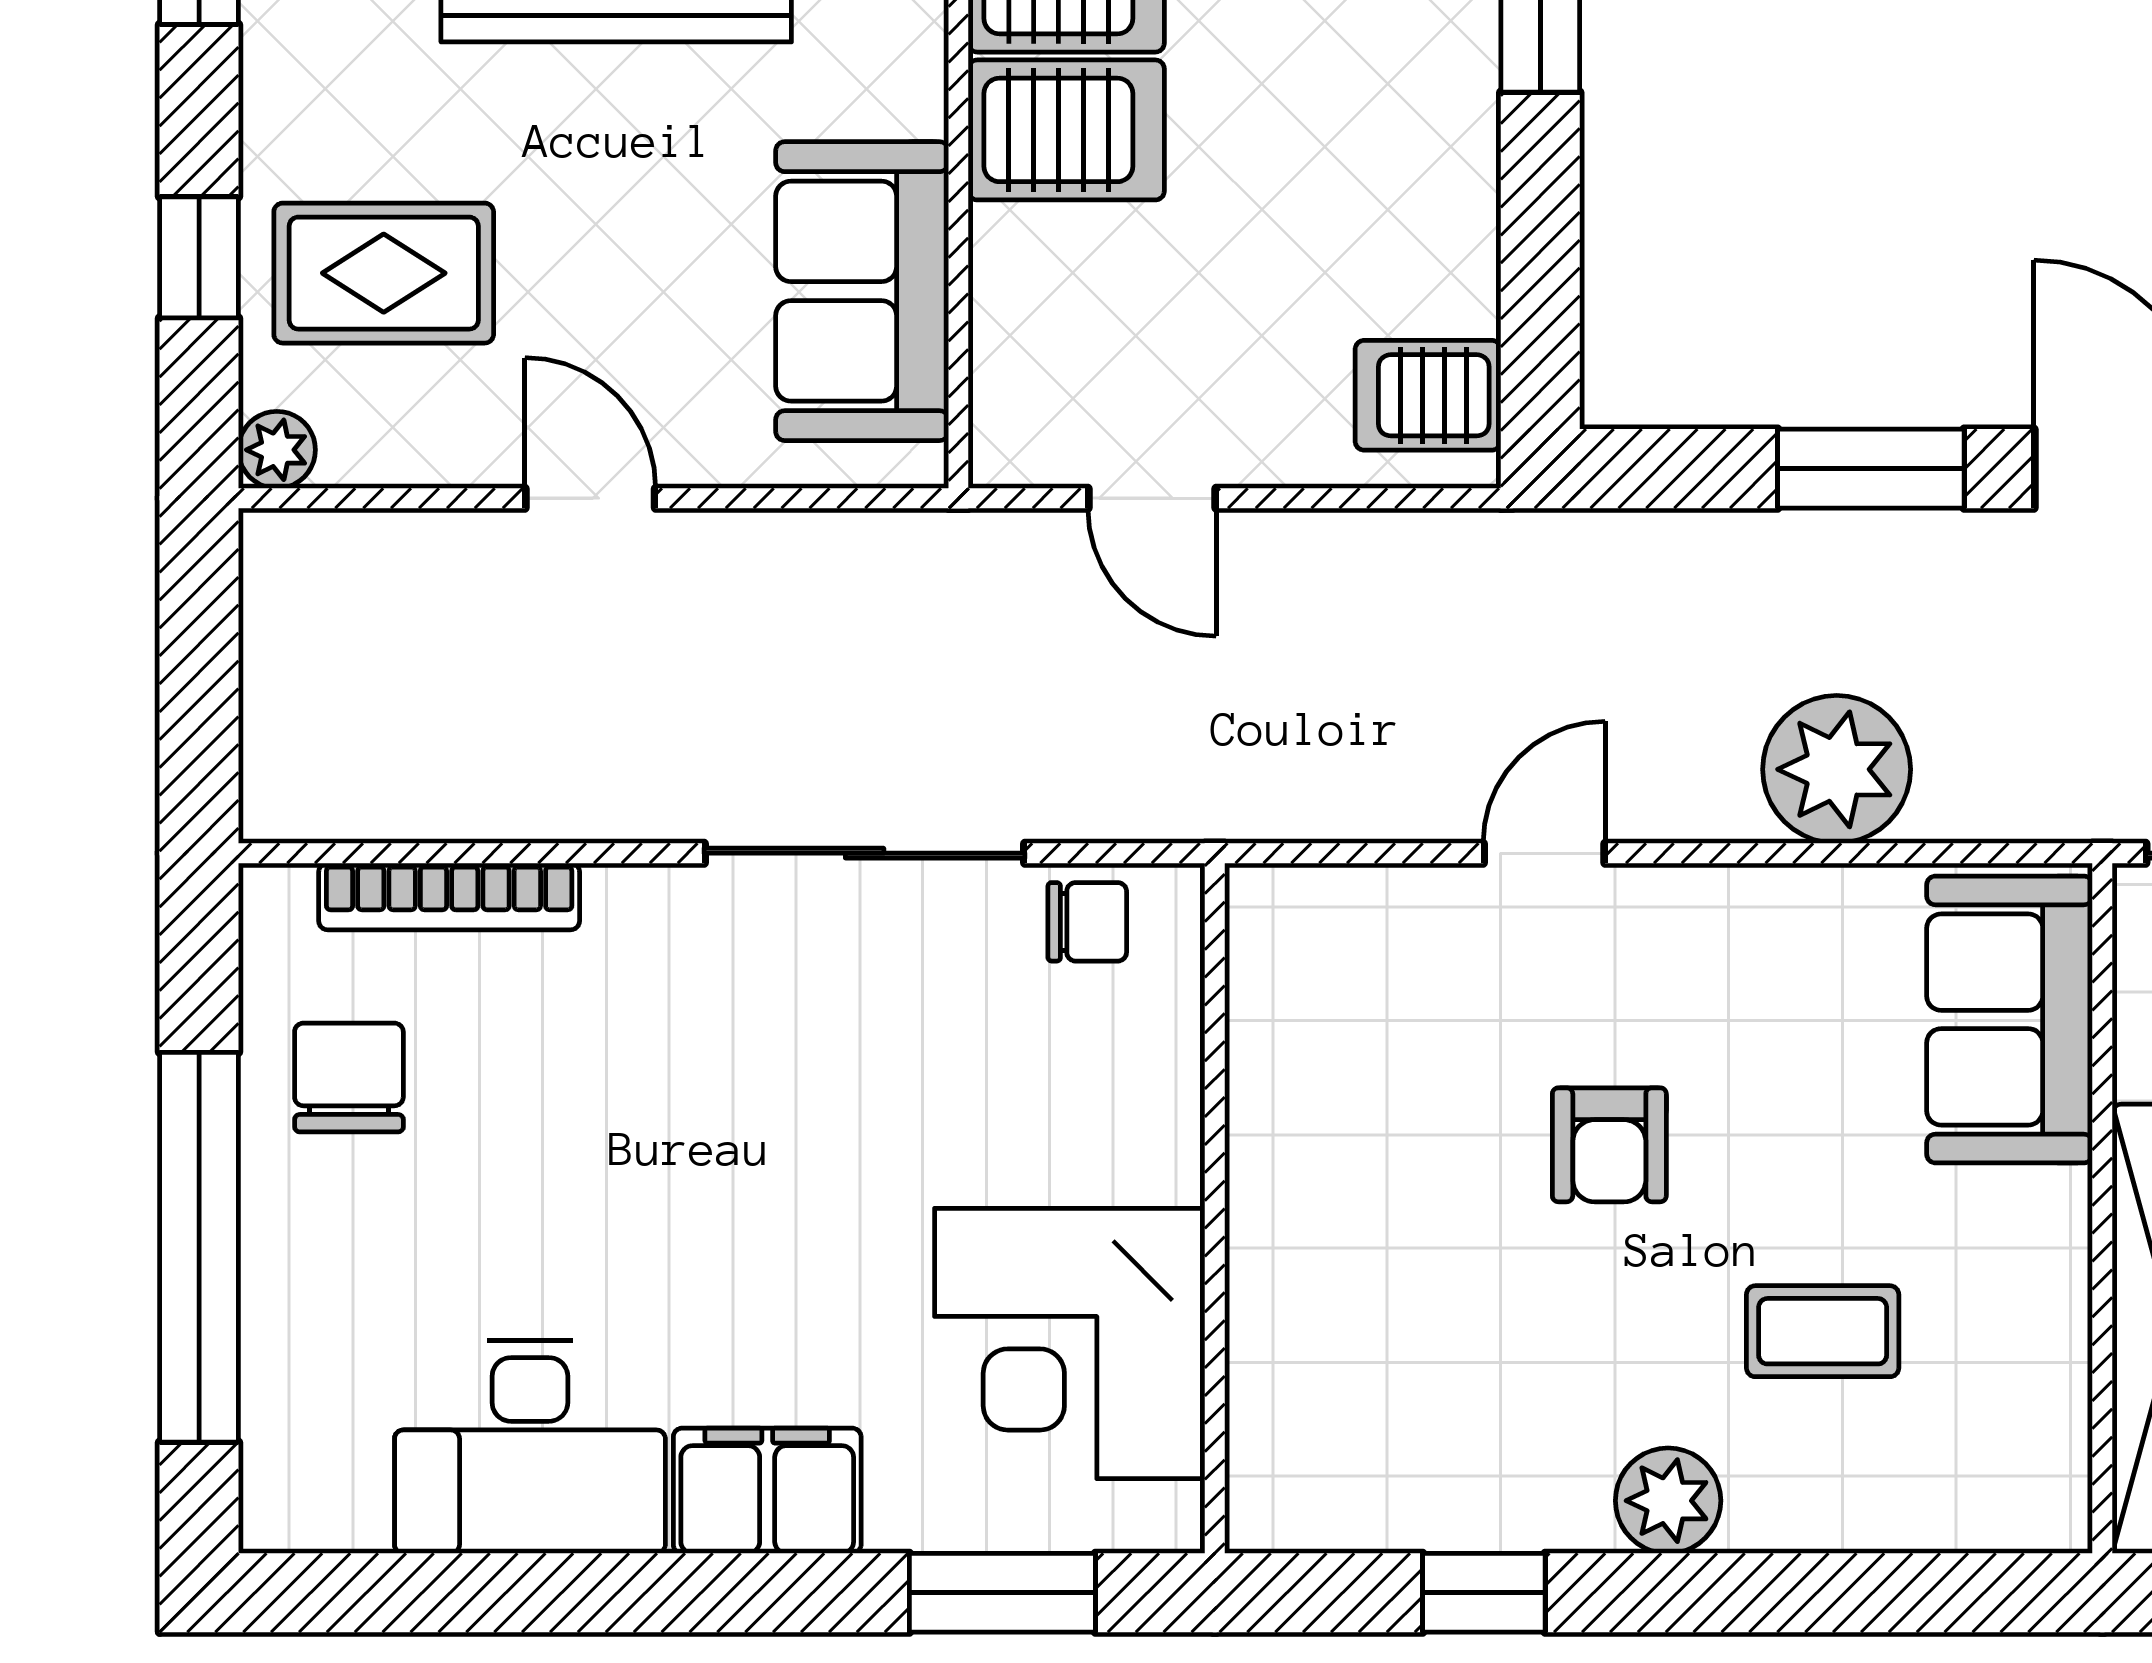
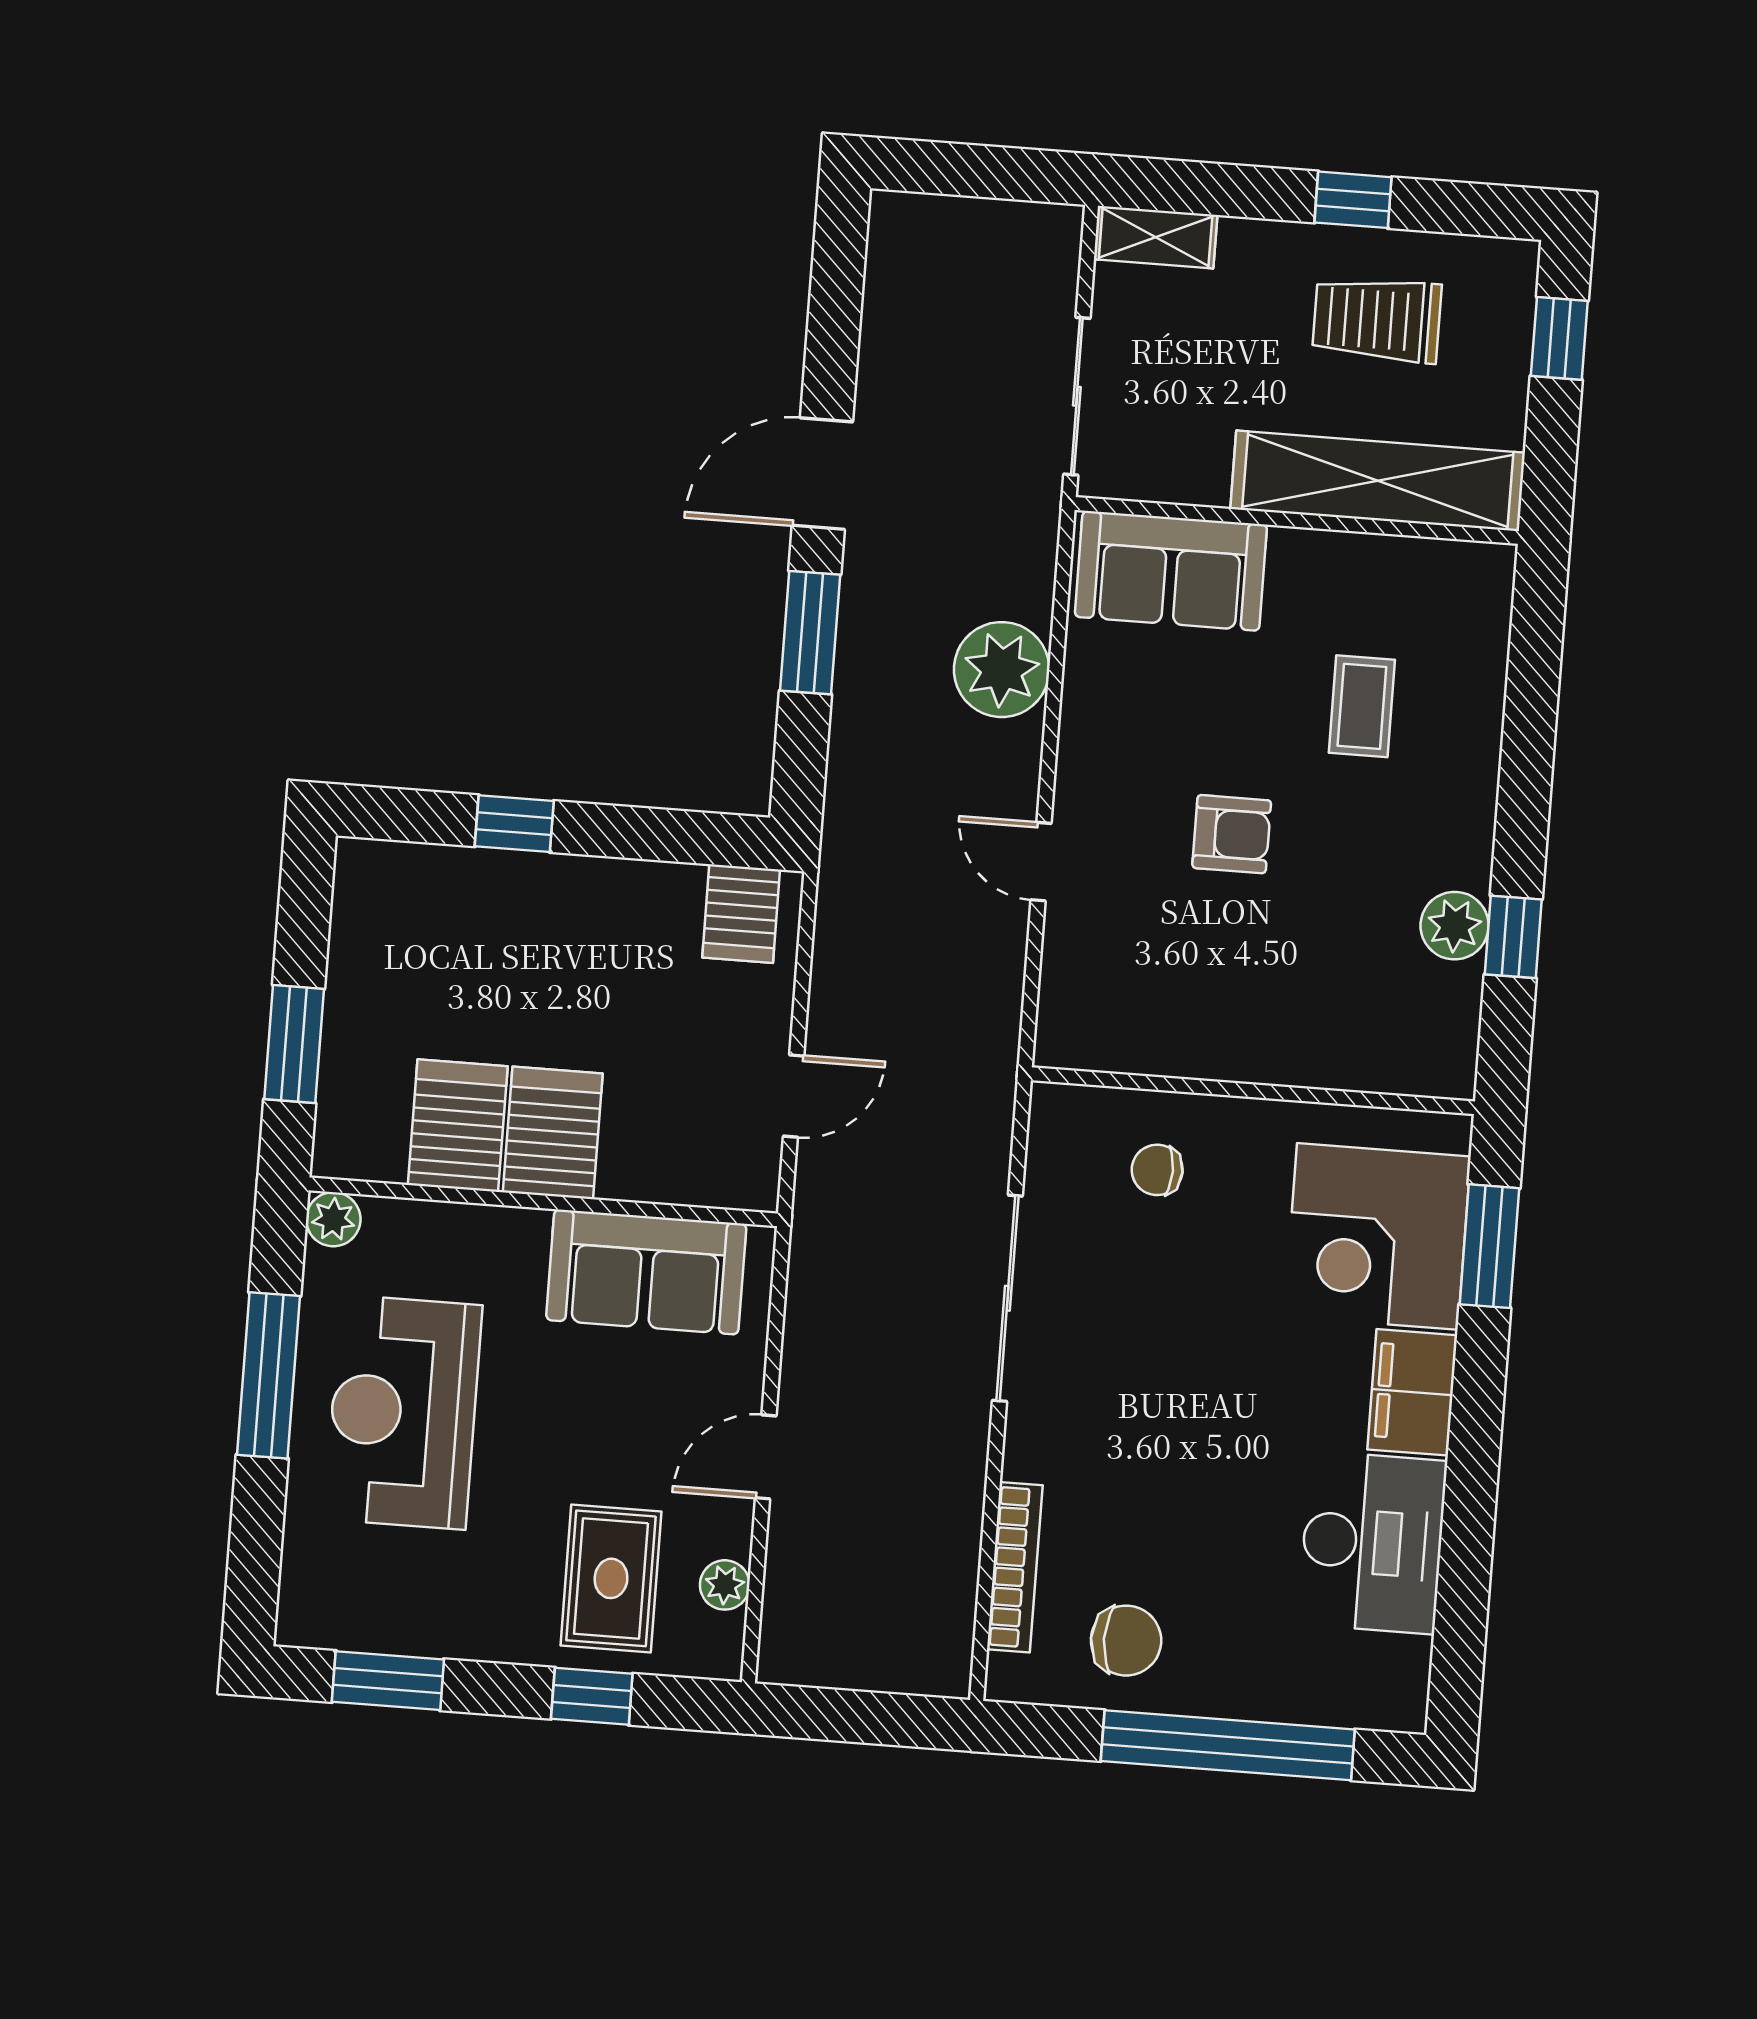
plant: (277, 450) -> (725, 1585), moved
chair: (1087, 922) -> (1157, 1170), moved, turned -89
chair: (349, 1077) -> (1126, 1641), turned 180
corner desk: (1070, 1344) -> (1377, 1236), moved, turned 90
plant: (1668, 1501) -> (1455, 926), moved

